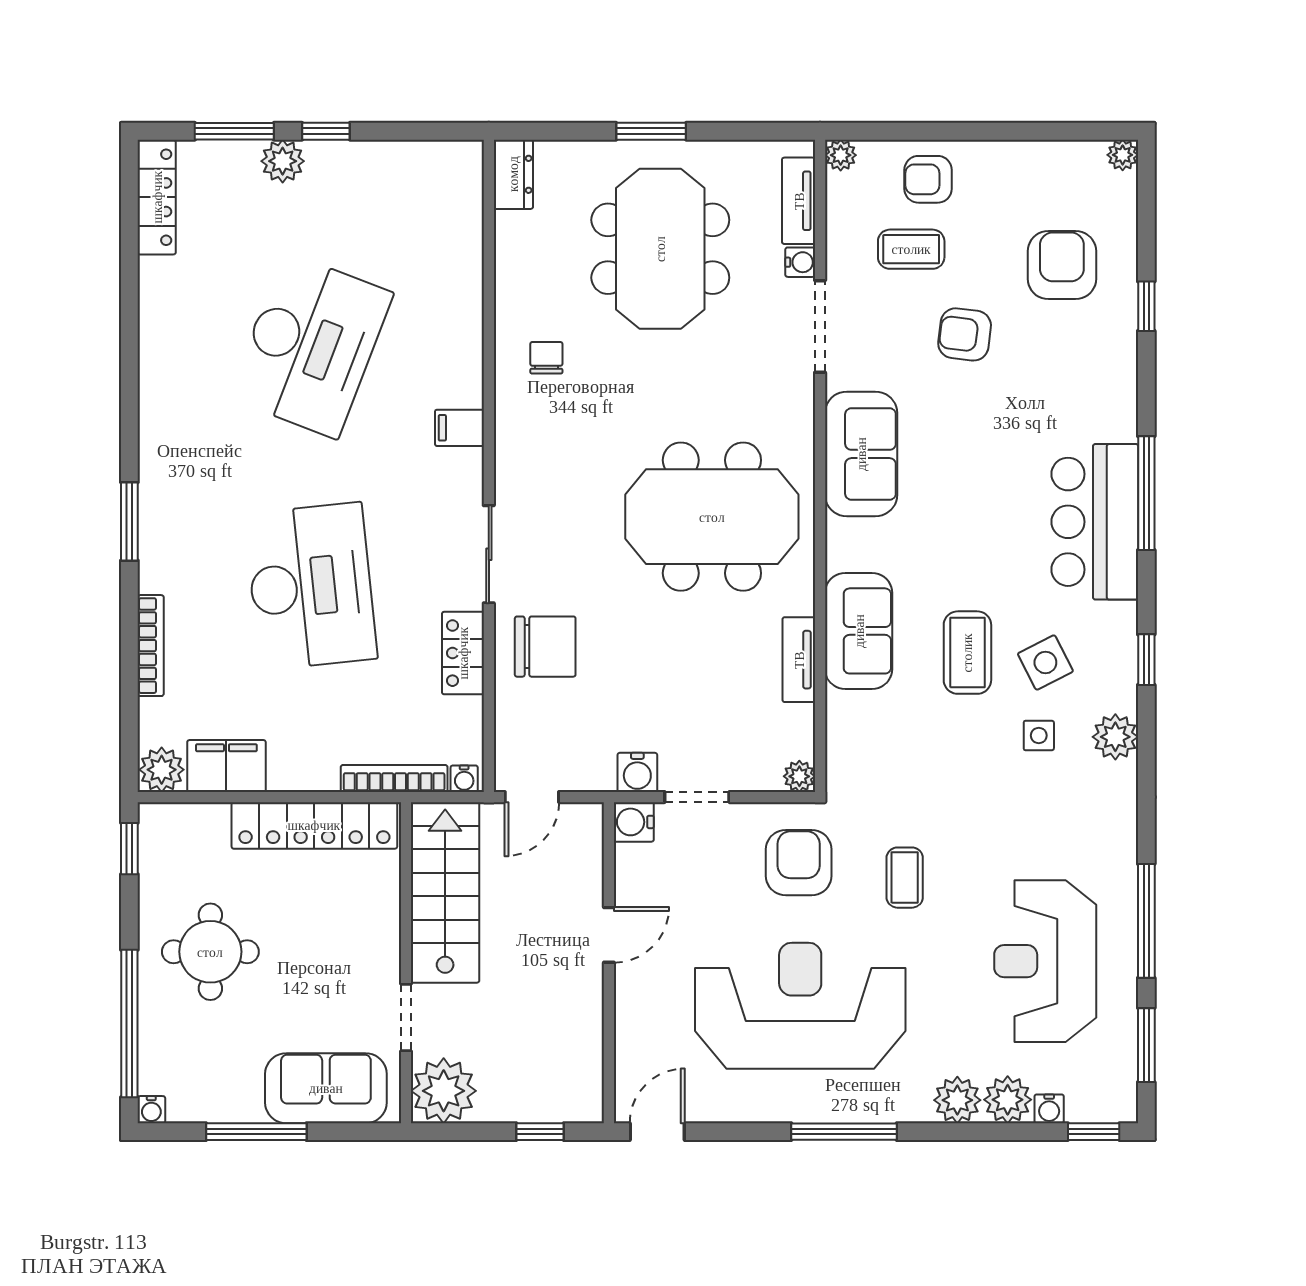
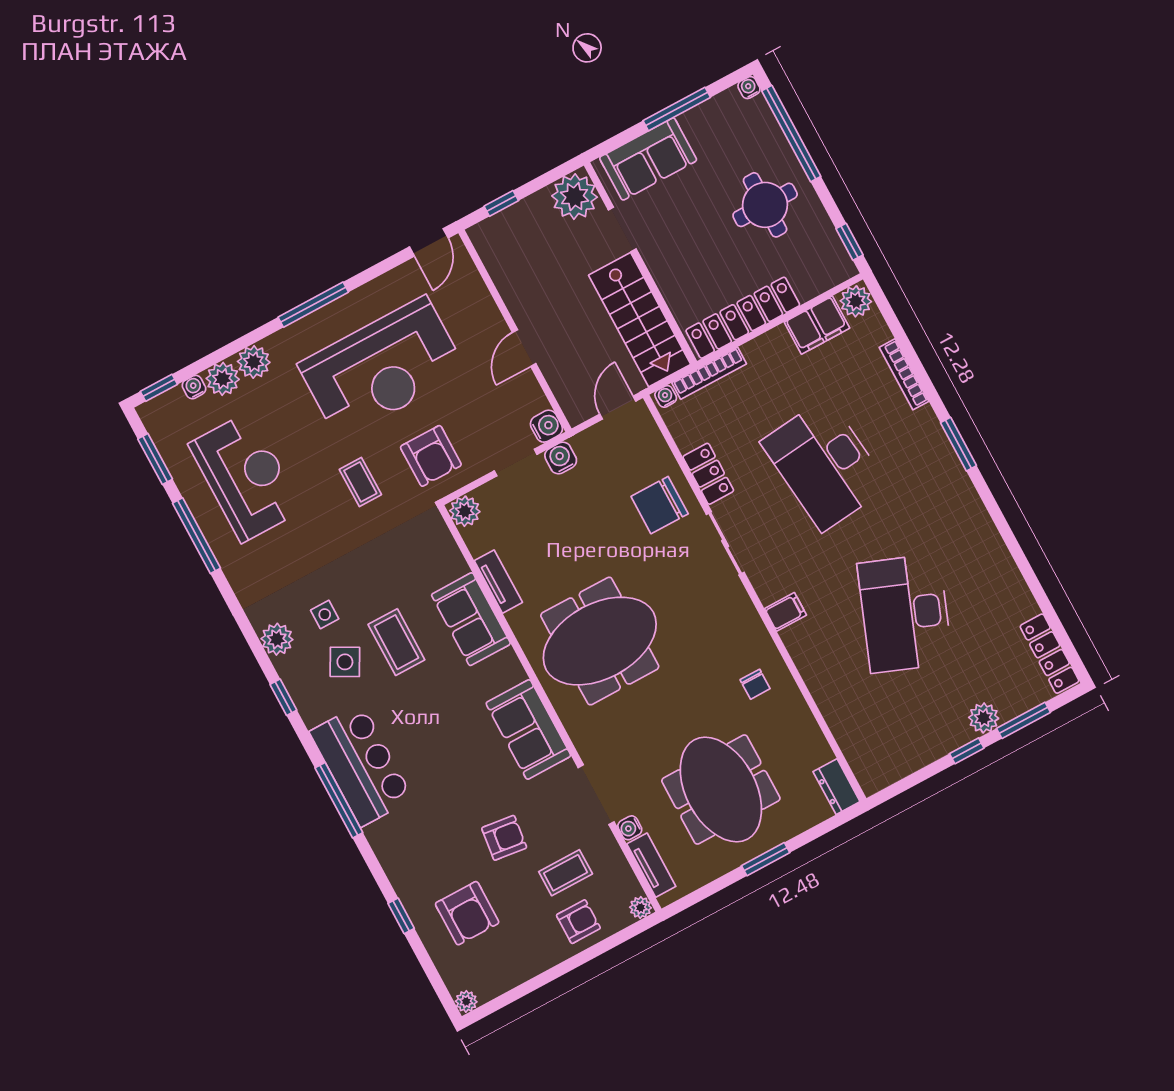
side table: (1045, 662) -> (345, 662), turned -34
plant: (799, 776) -> (465, 511), width x1.38, depth x1.38

